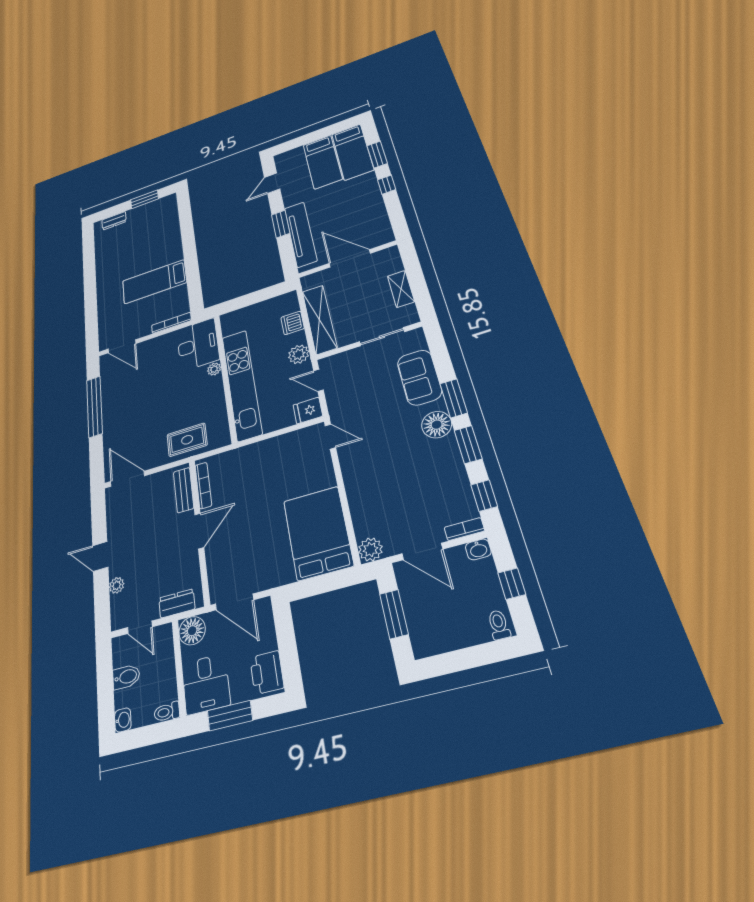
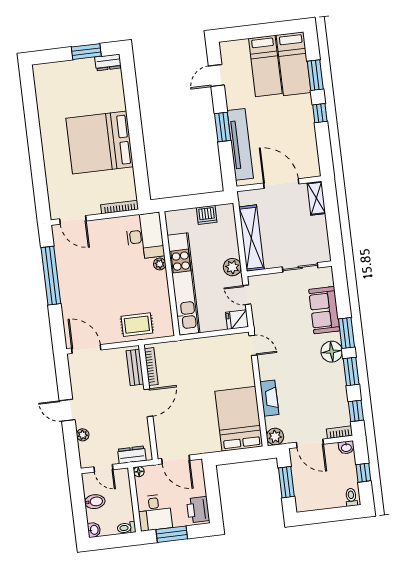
dresser: (114, 221) -> (108, 62), moved
bed: (154, 282) -> (100, 143), width x2.04
shelving: (401, 289) -> (316, 198), moved
dishwasher: (293, 323) -> (207, 215), moved, turned -90
fireplace: (358, 499) -> (269, 398), added
floor lamp: (192, 631) -> (139, 472), width x0.53, depth x0.53

